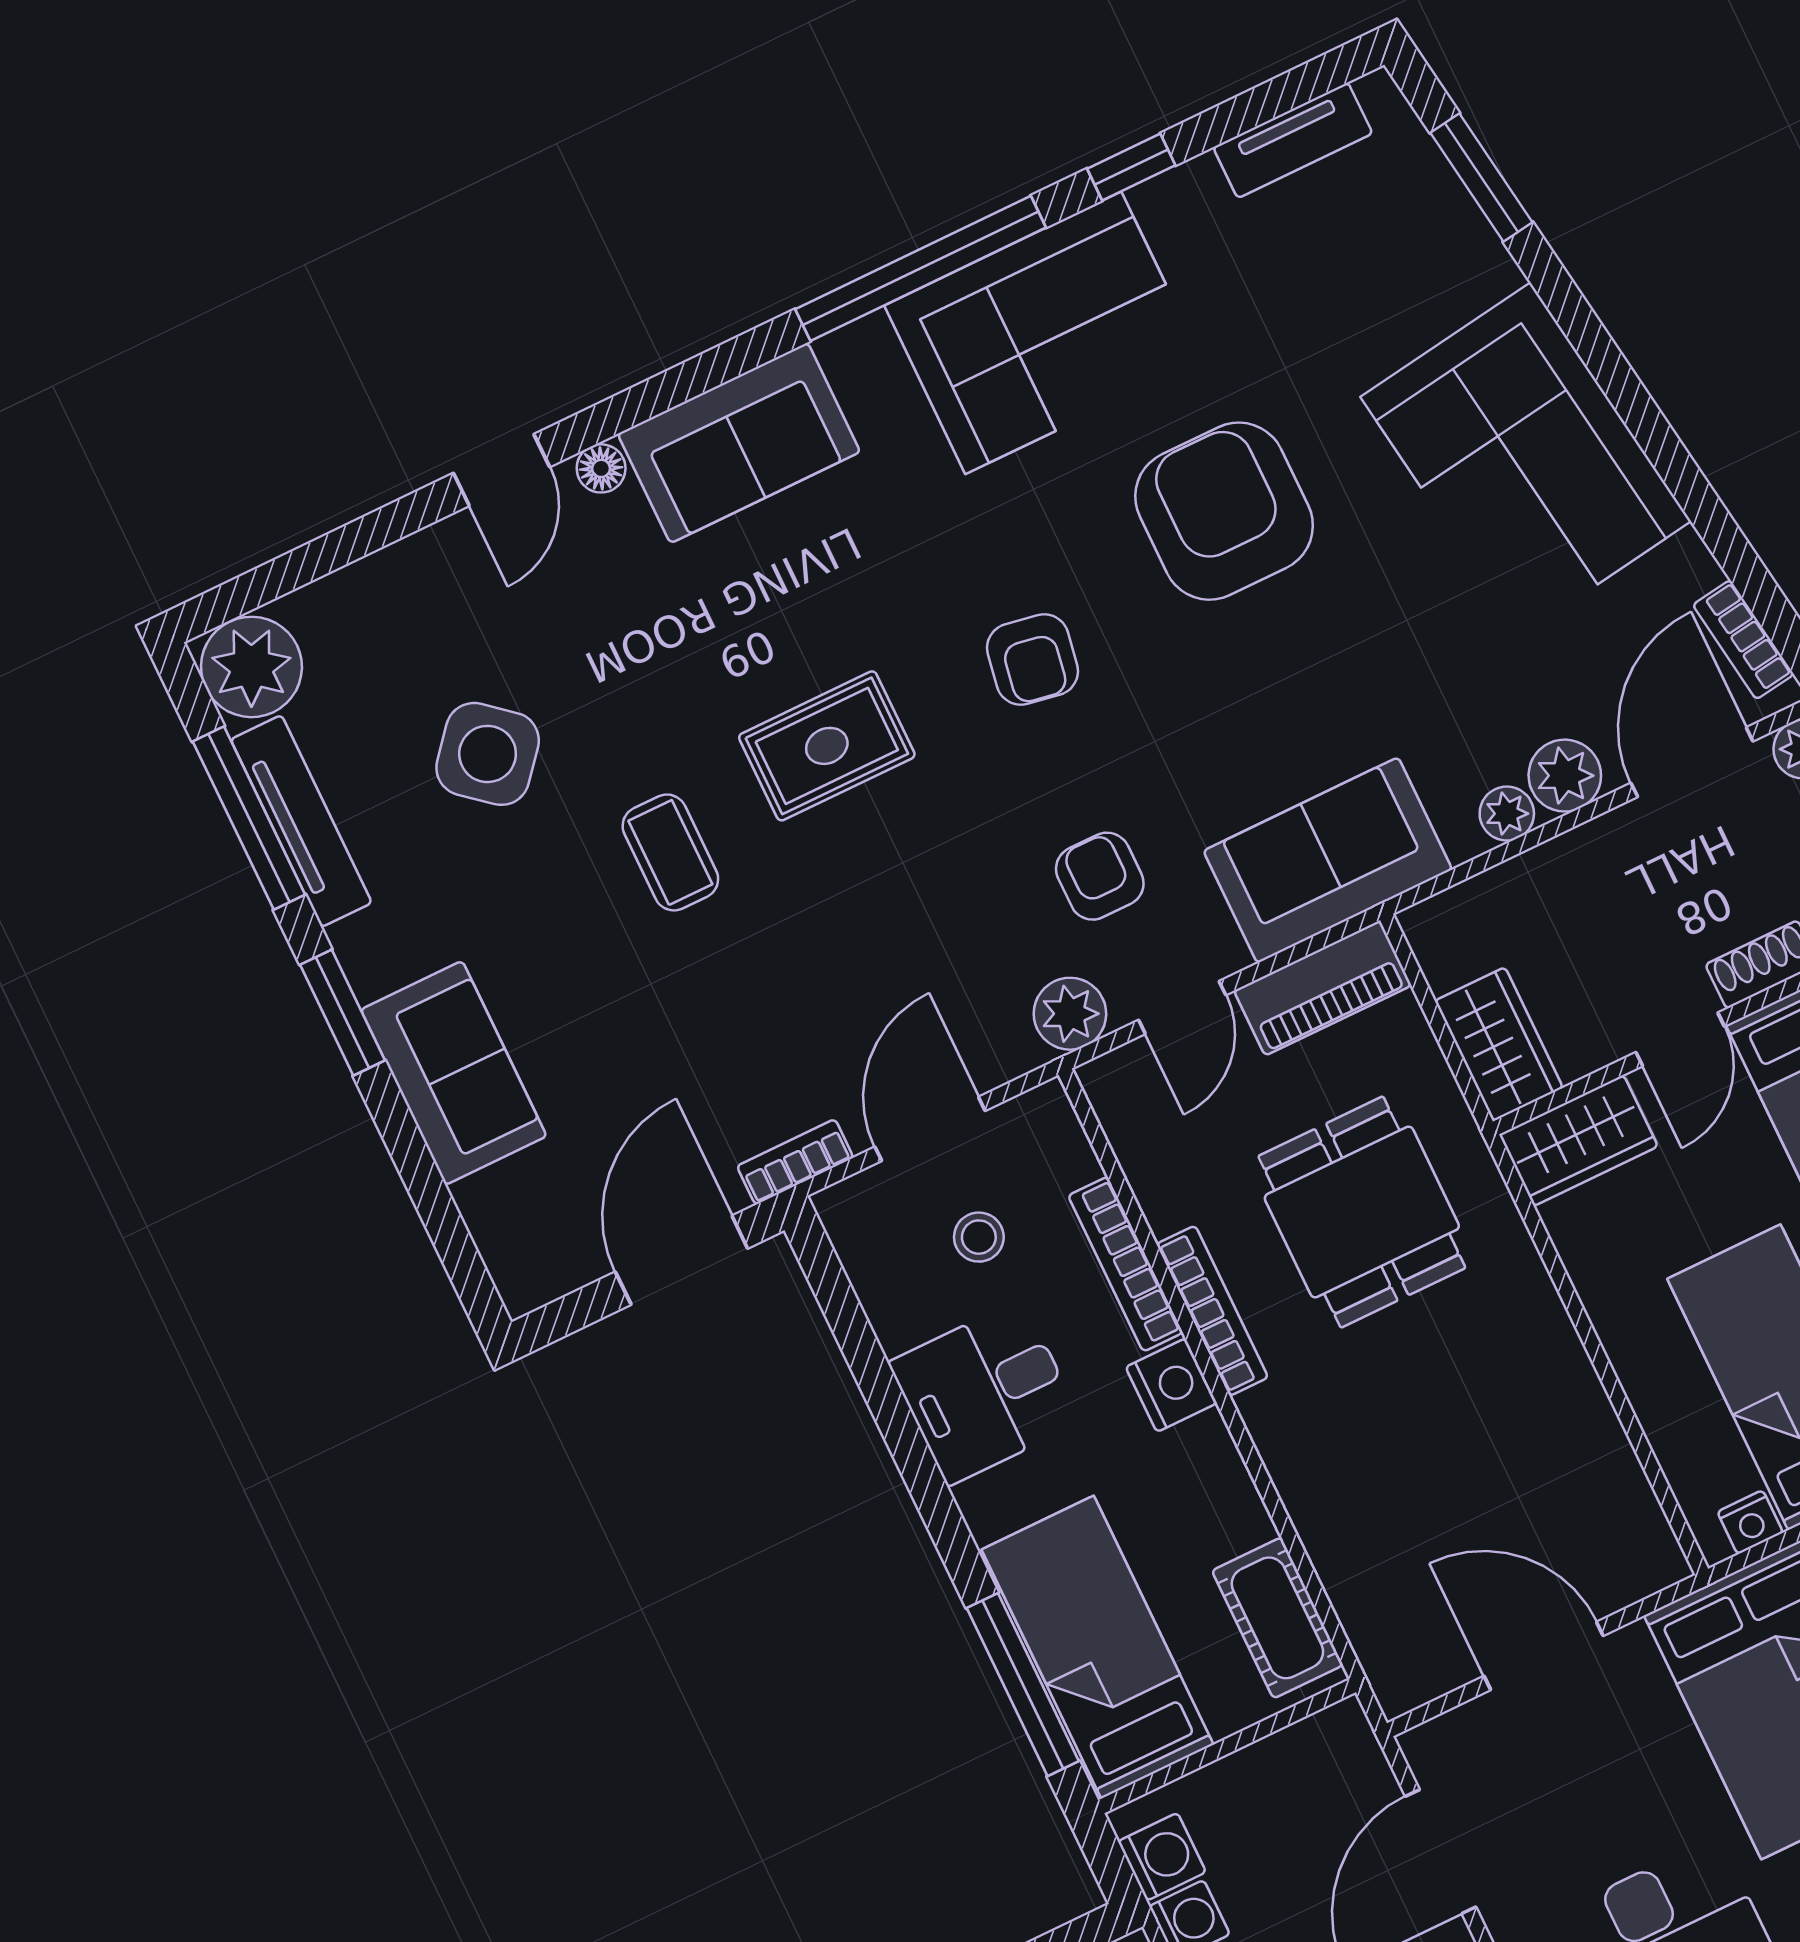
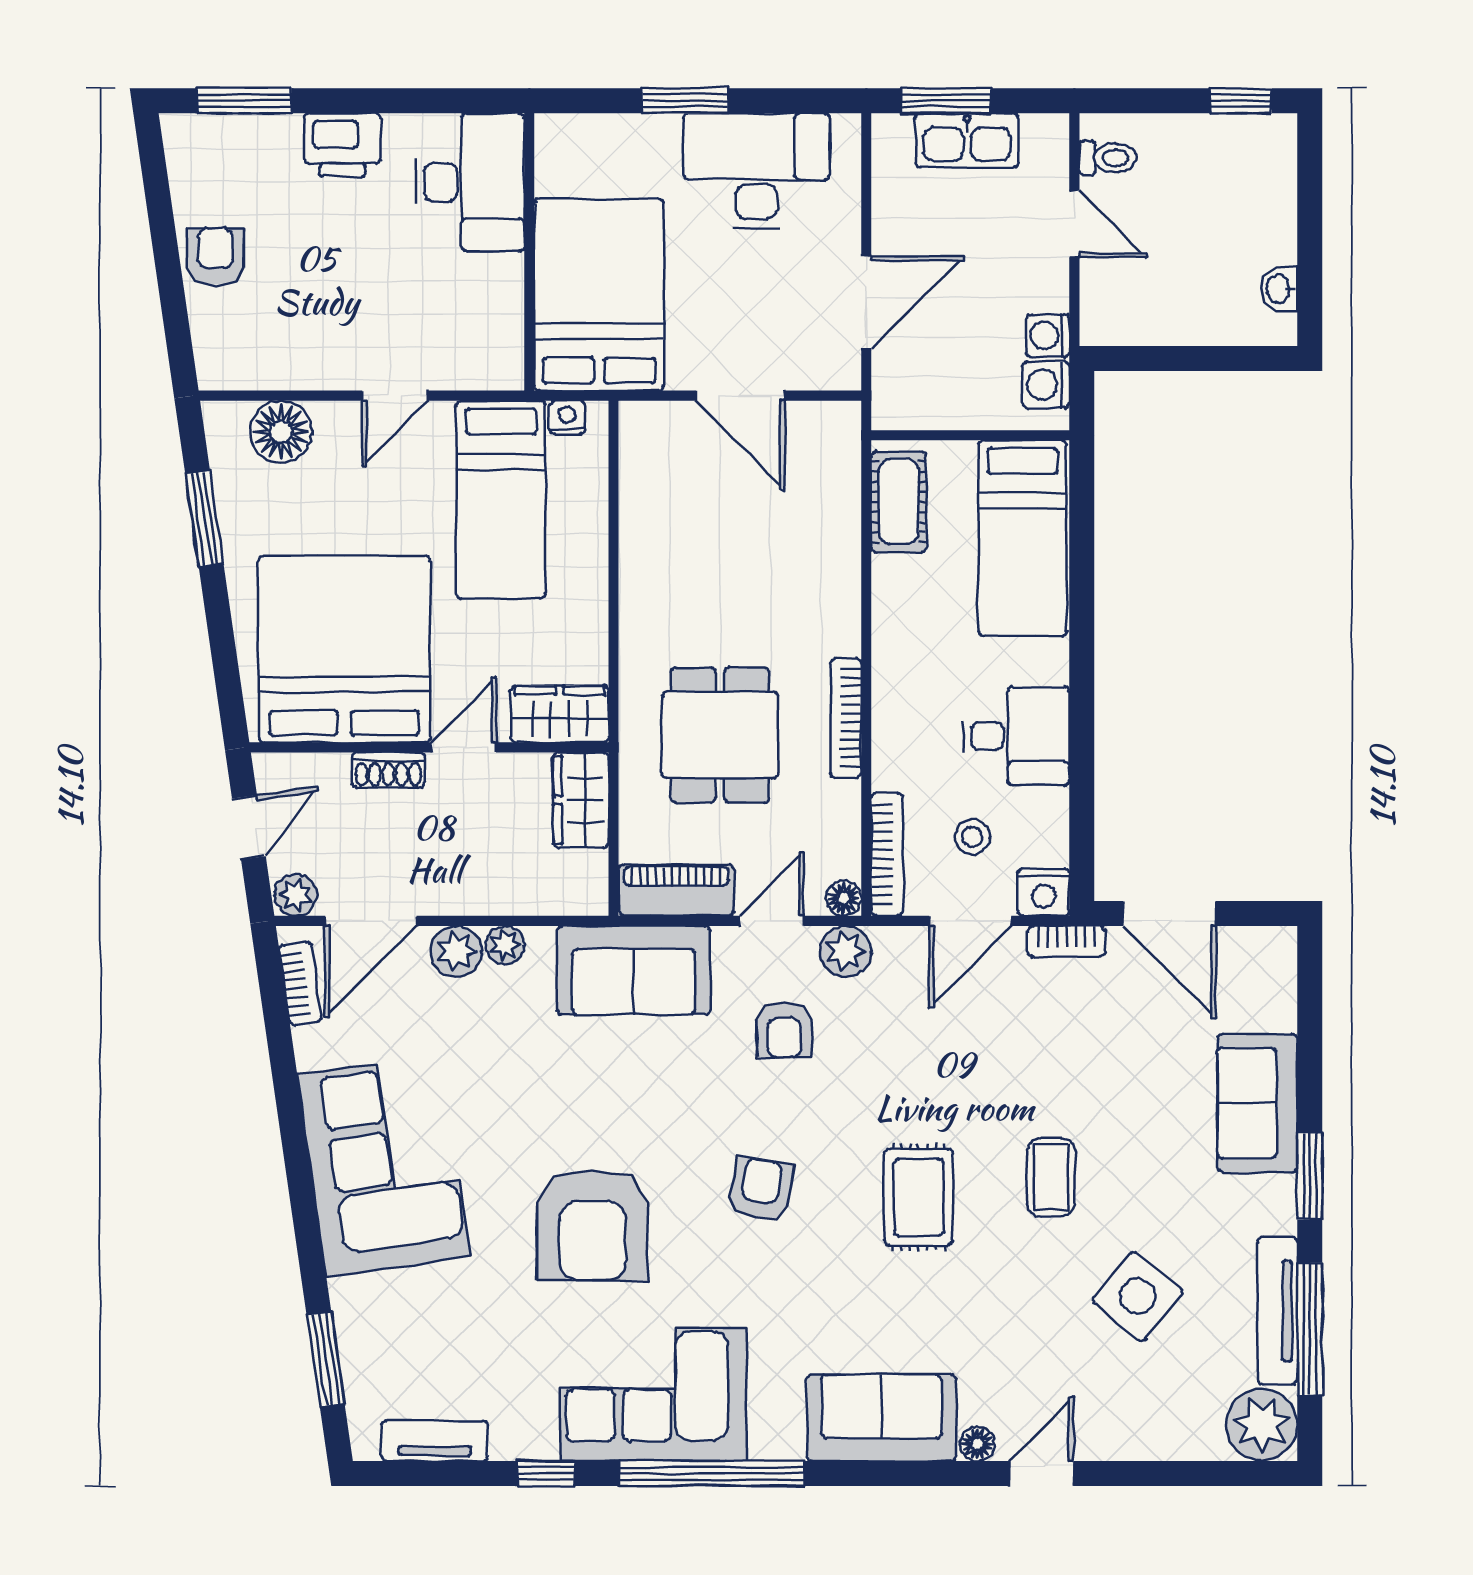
rug: (827, 746) -> (918, 1197), turned 90
floor lamp: (1105, 1080) -> (844, 898), added
door: (682, 1260) -> (1169, 913), hinge flipped
bookcase: (1125, 1264) -> (887, 854), moved
nightstand: (1171, 1385) -> (1044, 892), moved, turned -90
window: (1023, 1685) -> (1082, 537), removed

